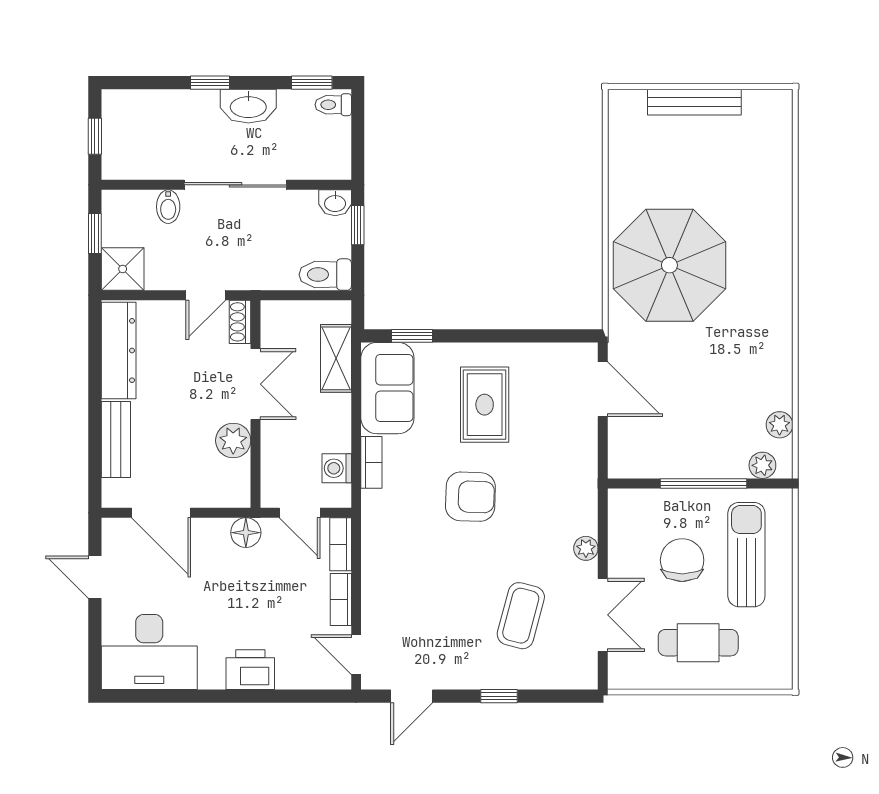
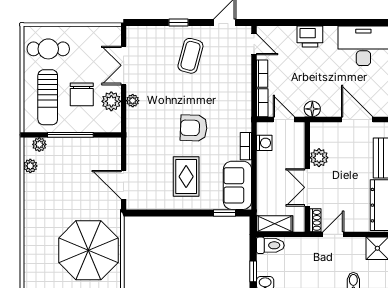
shelving: (336, 358) -> (275, 224), moved, turned 90
plant: (626, 547) -> (111, 101), added
coffee table: (521, 616) -> (190, 56), moved
cafe table: (698, 643) -> (48, 49), moved

